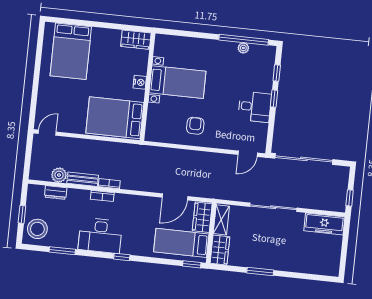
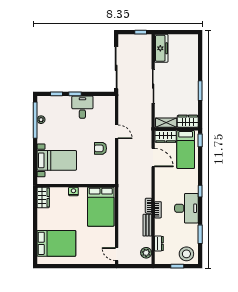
bed with nightstands: (177, 82) -> (57, 160), moved, turned 90
door: (248, 154) -> (117, 132), moved
plant: (59, 175) -> (146, 253), moved

